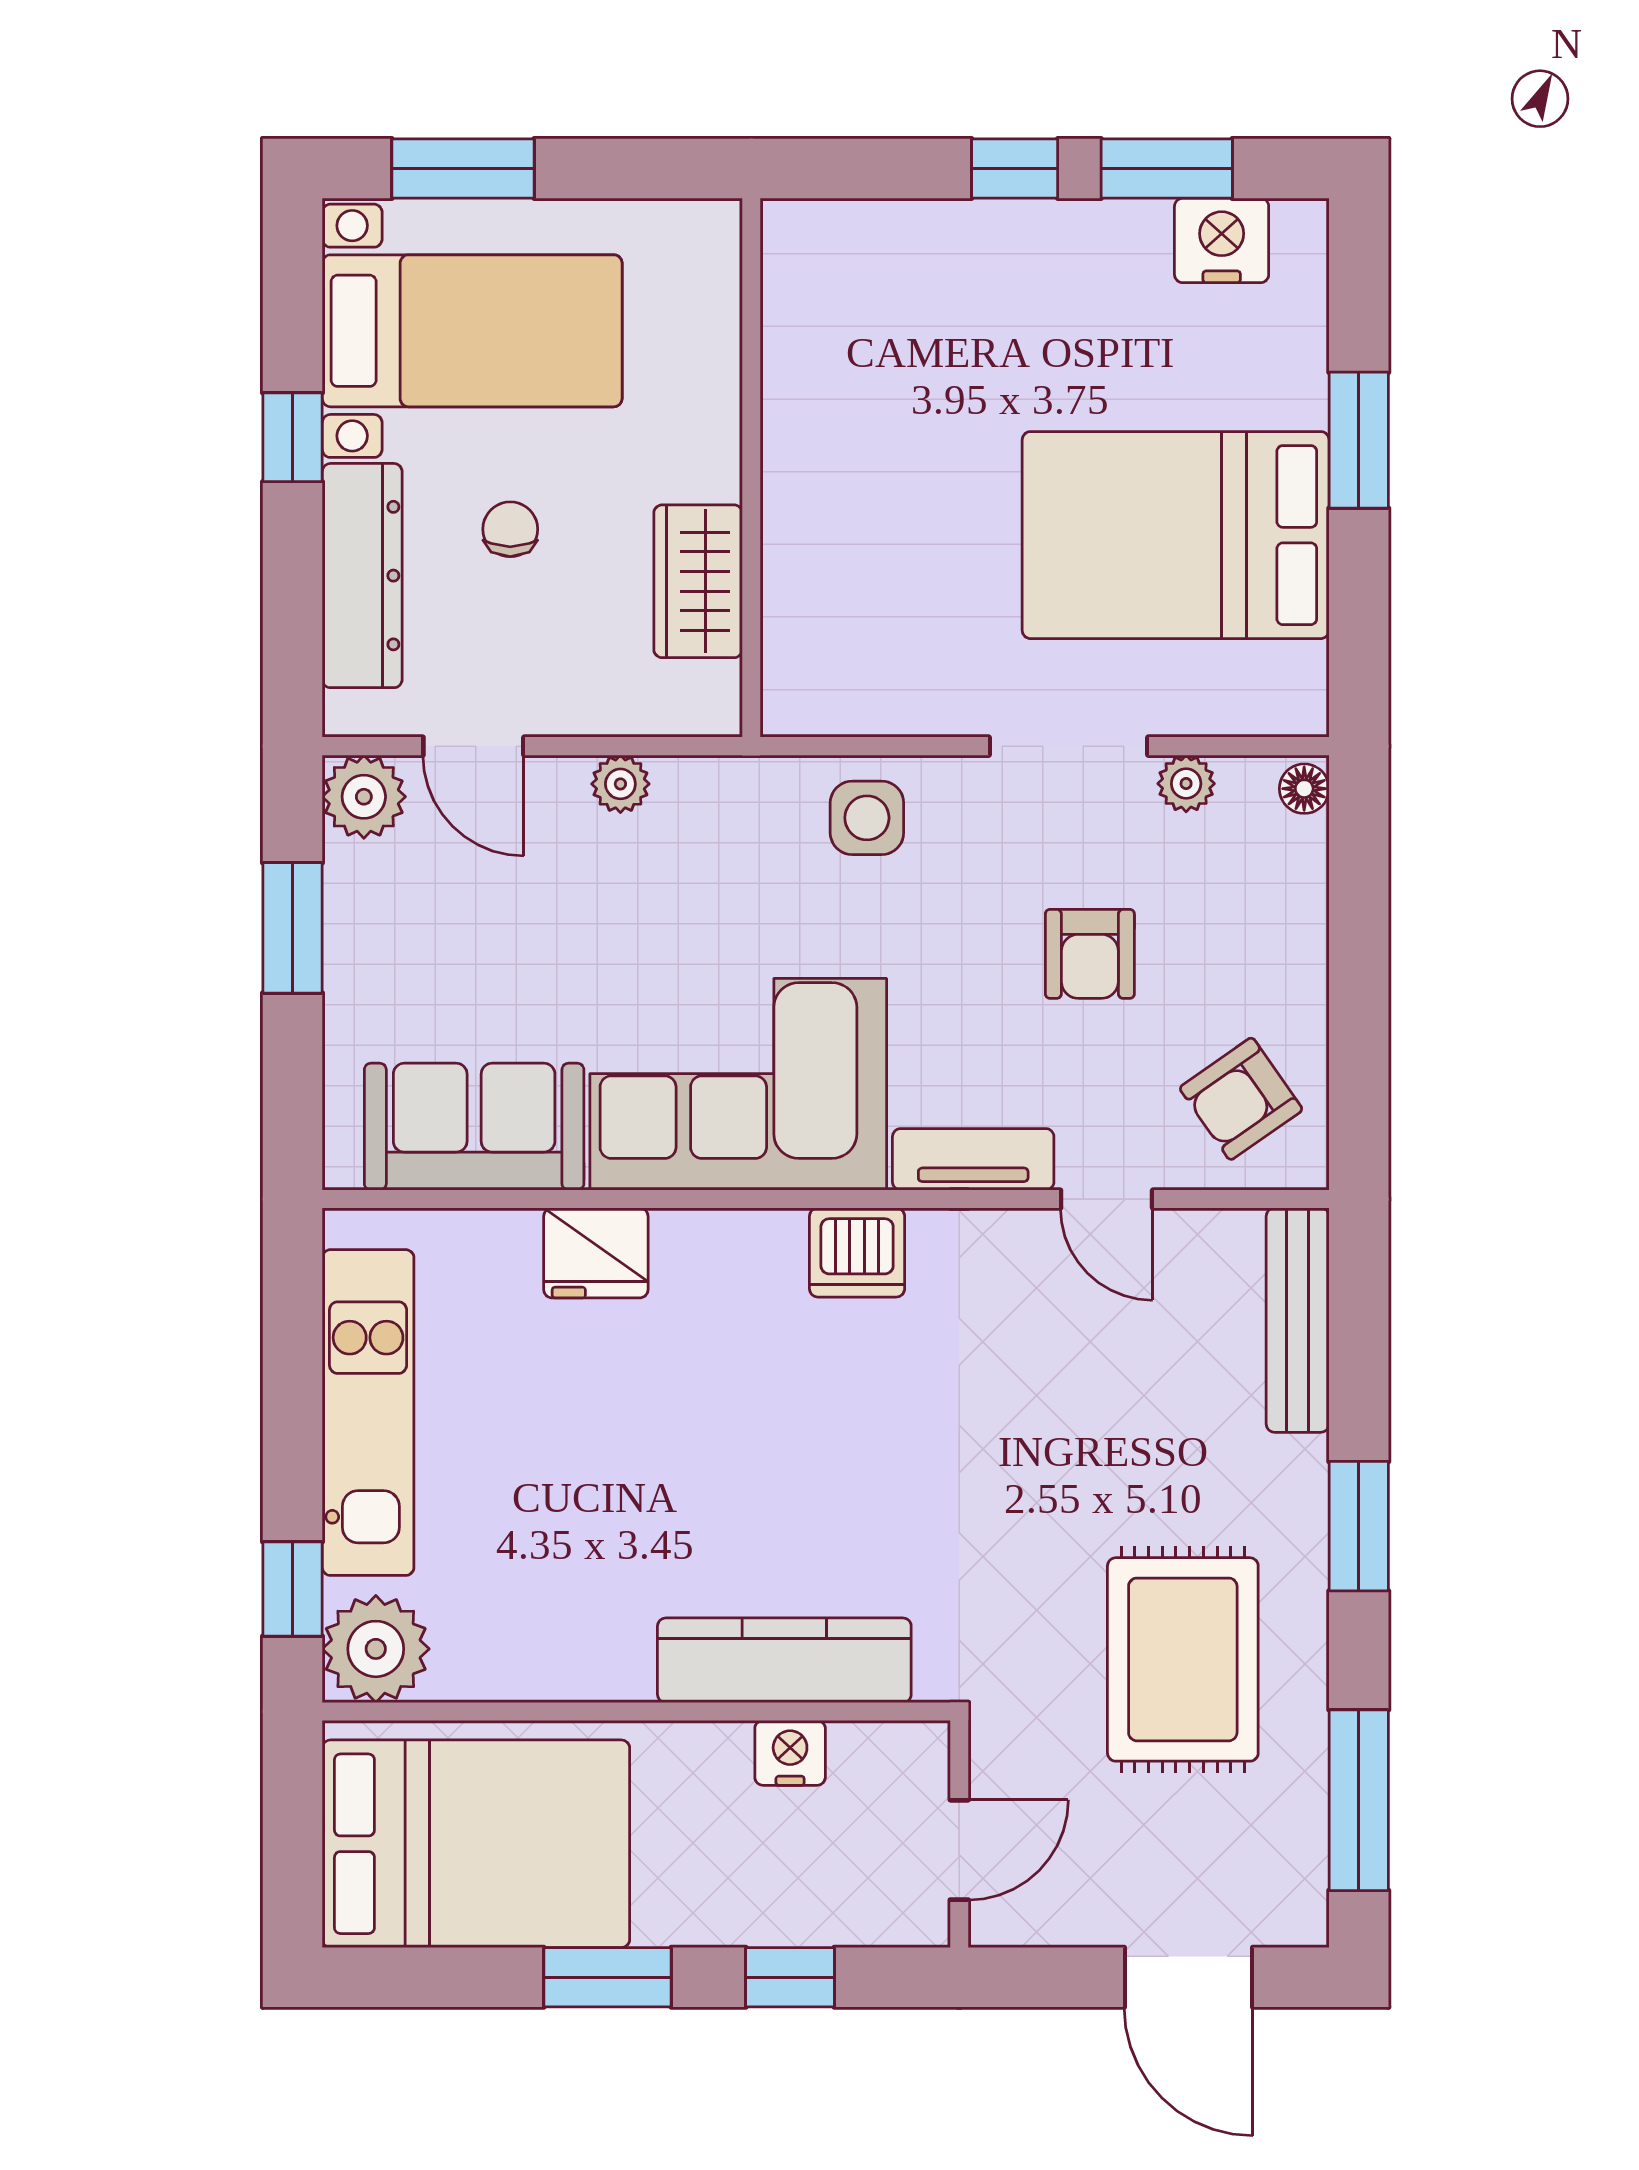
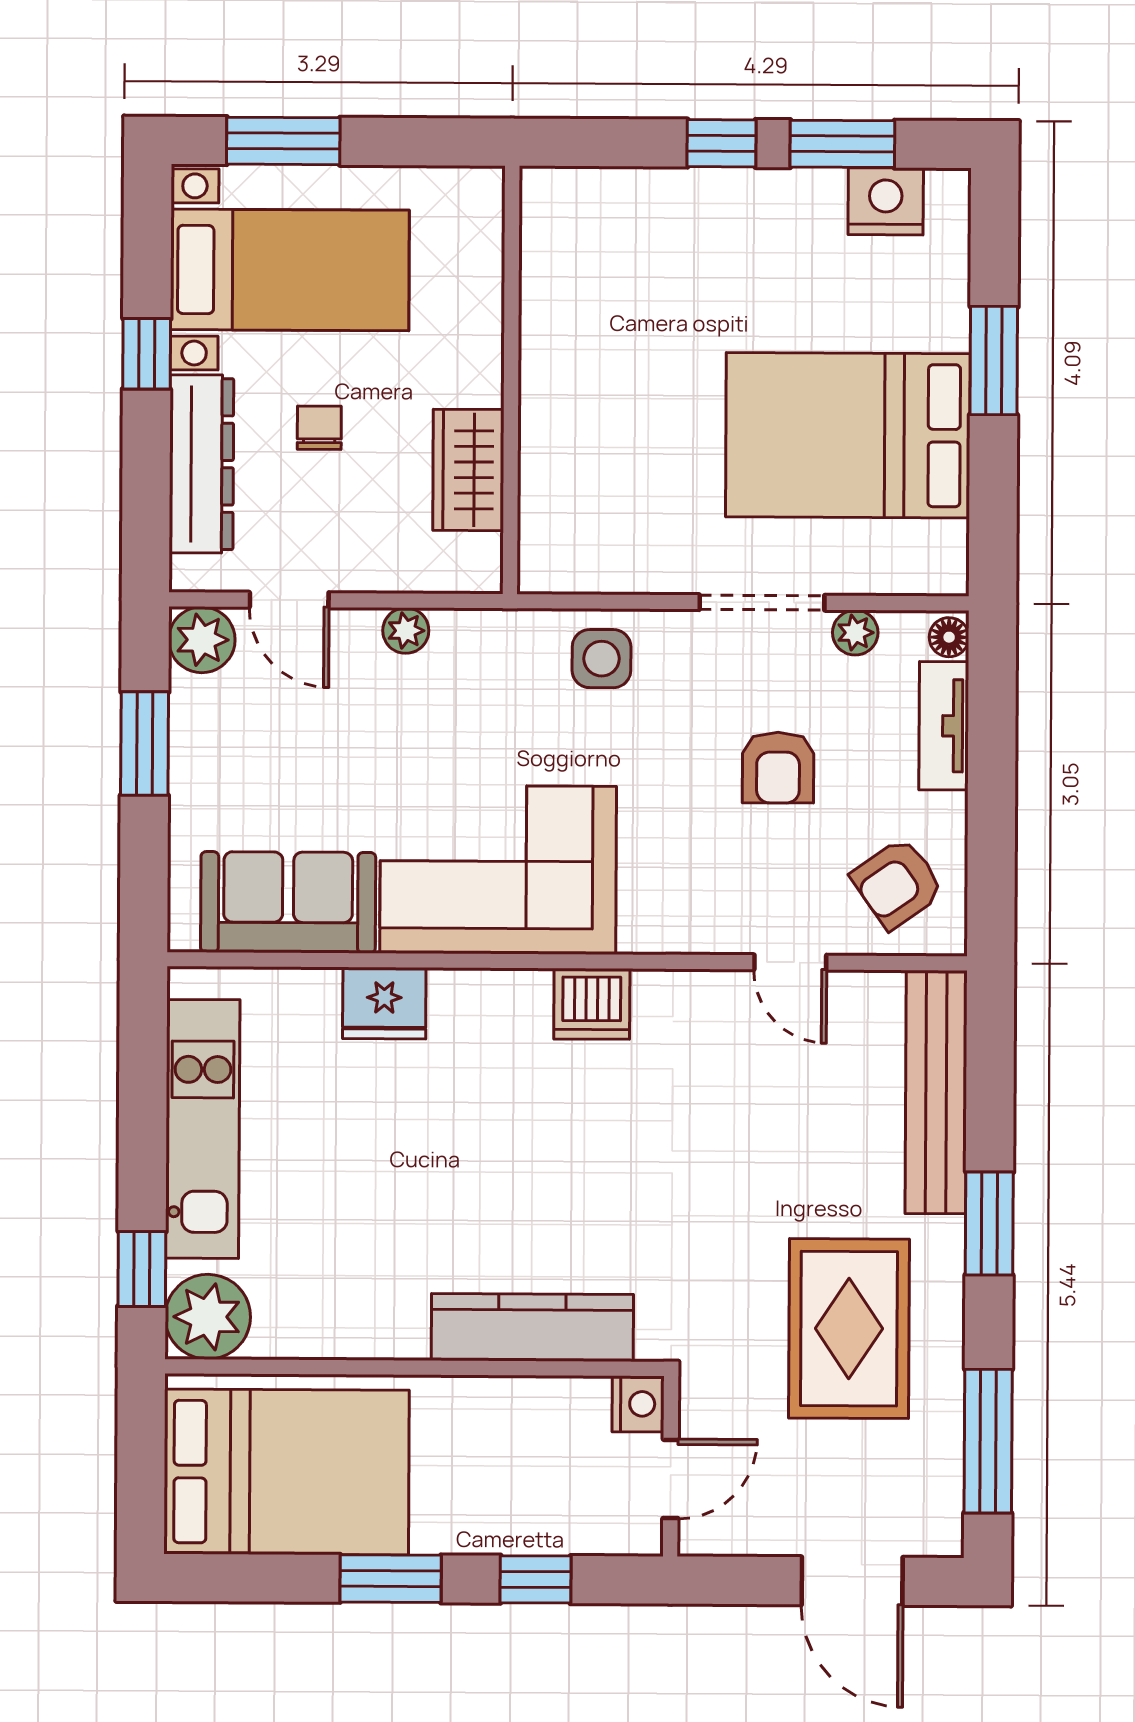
tv unit: (973, 1159) -> (944, 726), moved, turned -90
bench: (1298, 1320) -> (936, 1092), width x1.37, depth x1.21
nightstand: (790, 1753) -> (638, 1404), moved, turned 90

